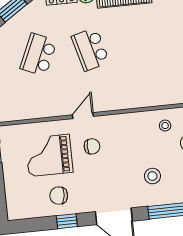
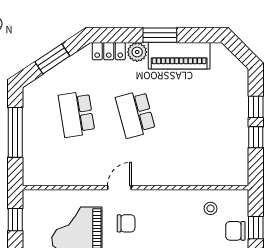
school desk: (38, 55) -> (77, 114), turned -33

